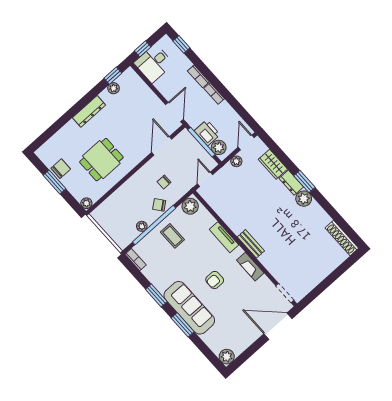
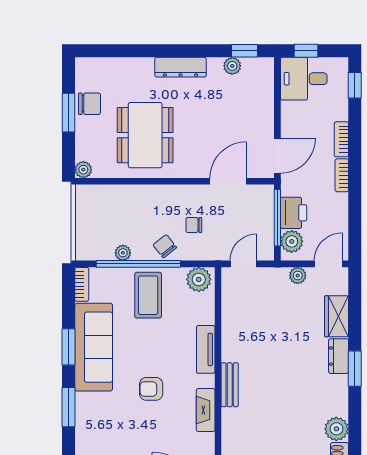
dining table: (101, 160) -> (145, 135), width x1.38
plant: (304, 199) -> (336, 429), moved
coffee table: (172, 236) -> (148, 295), width x1.36, depth x1.30
sofa: (189, 308) -> (94, 347), moved

